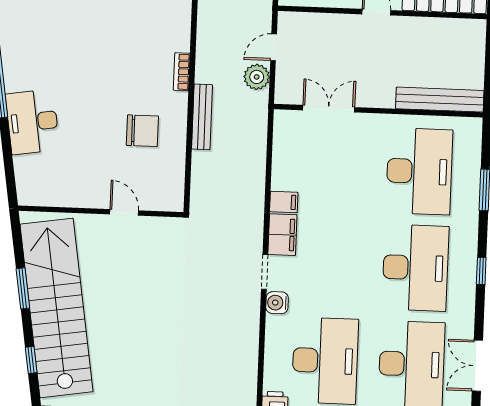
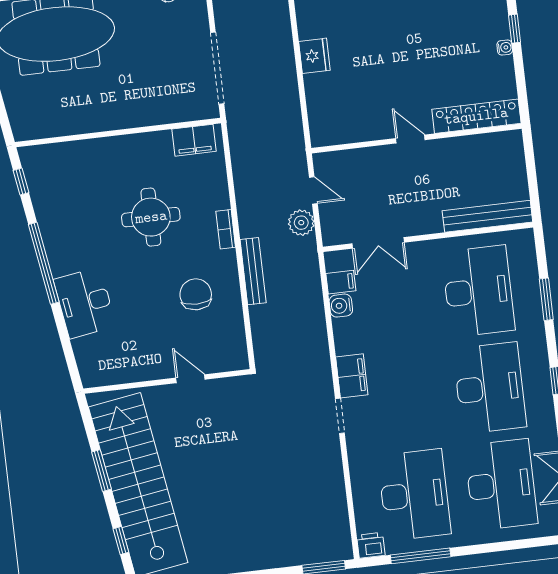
door: (274, 47) -> (313, 190), swing flipped
round table: (110, 48) -> (151, 217), added
double door: (329, 109) -> (378, 243), swing flipped
chair: (142, 131) -> (196, 294), turned -90
filing cabinet: (284, 202) -> (341, 282), moved
water cooler: (277, 303) -> (341, 306), moved

